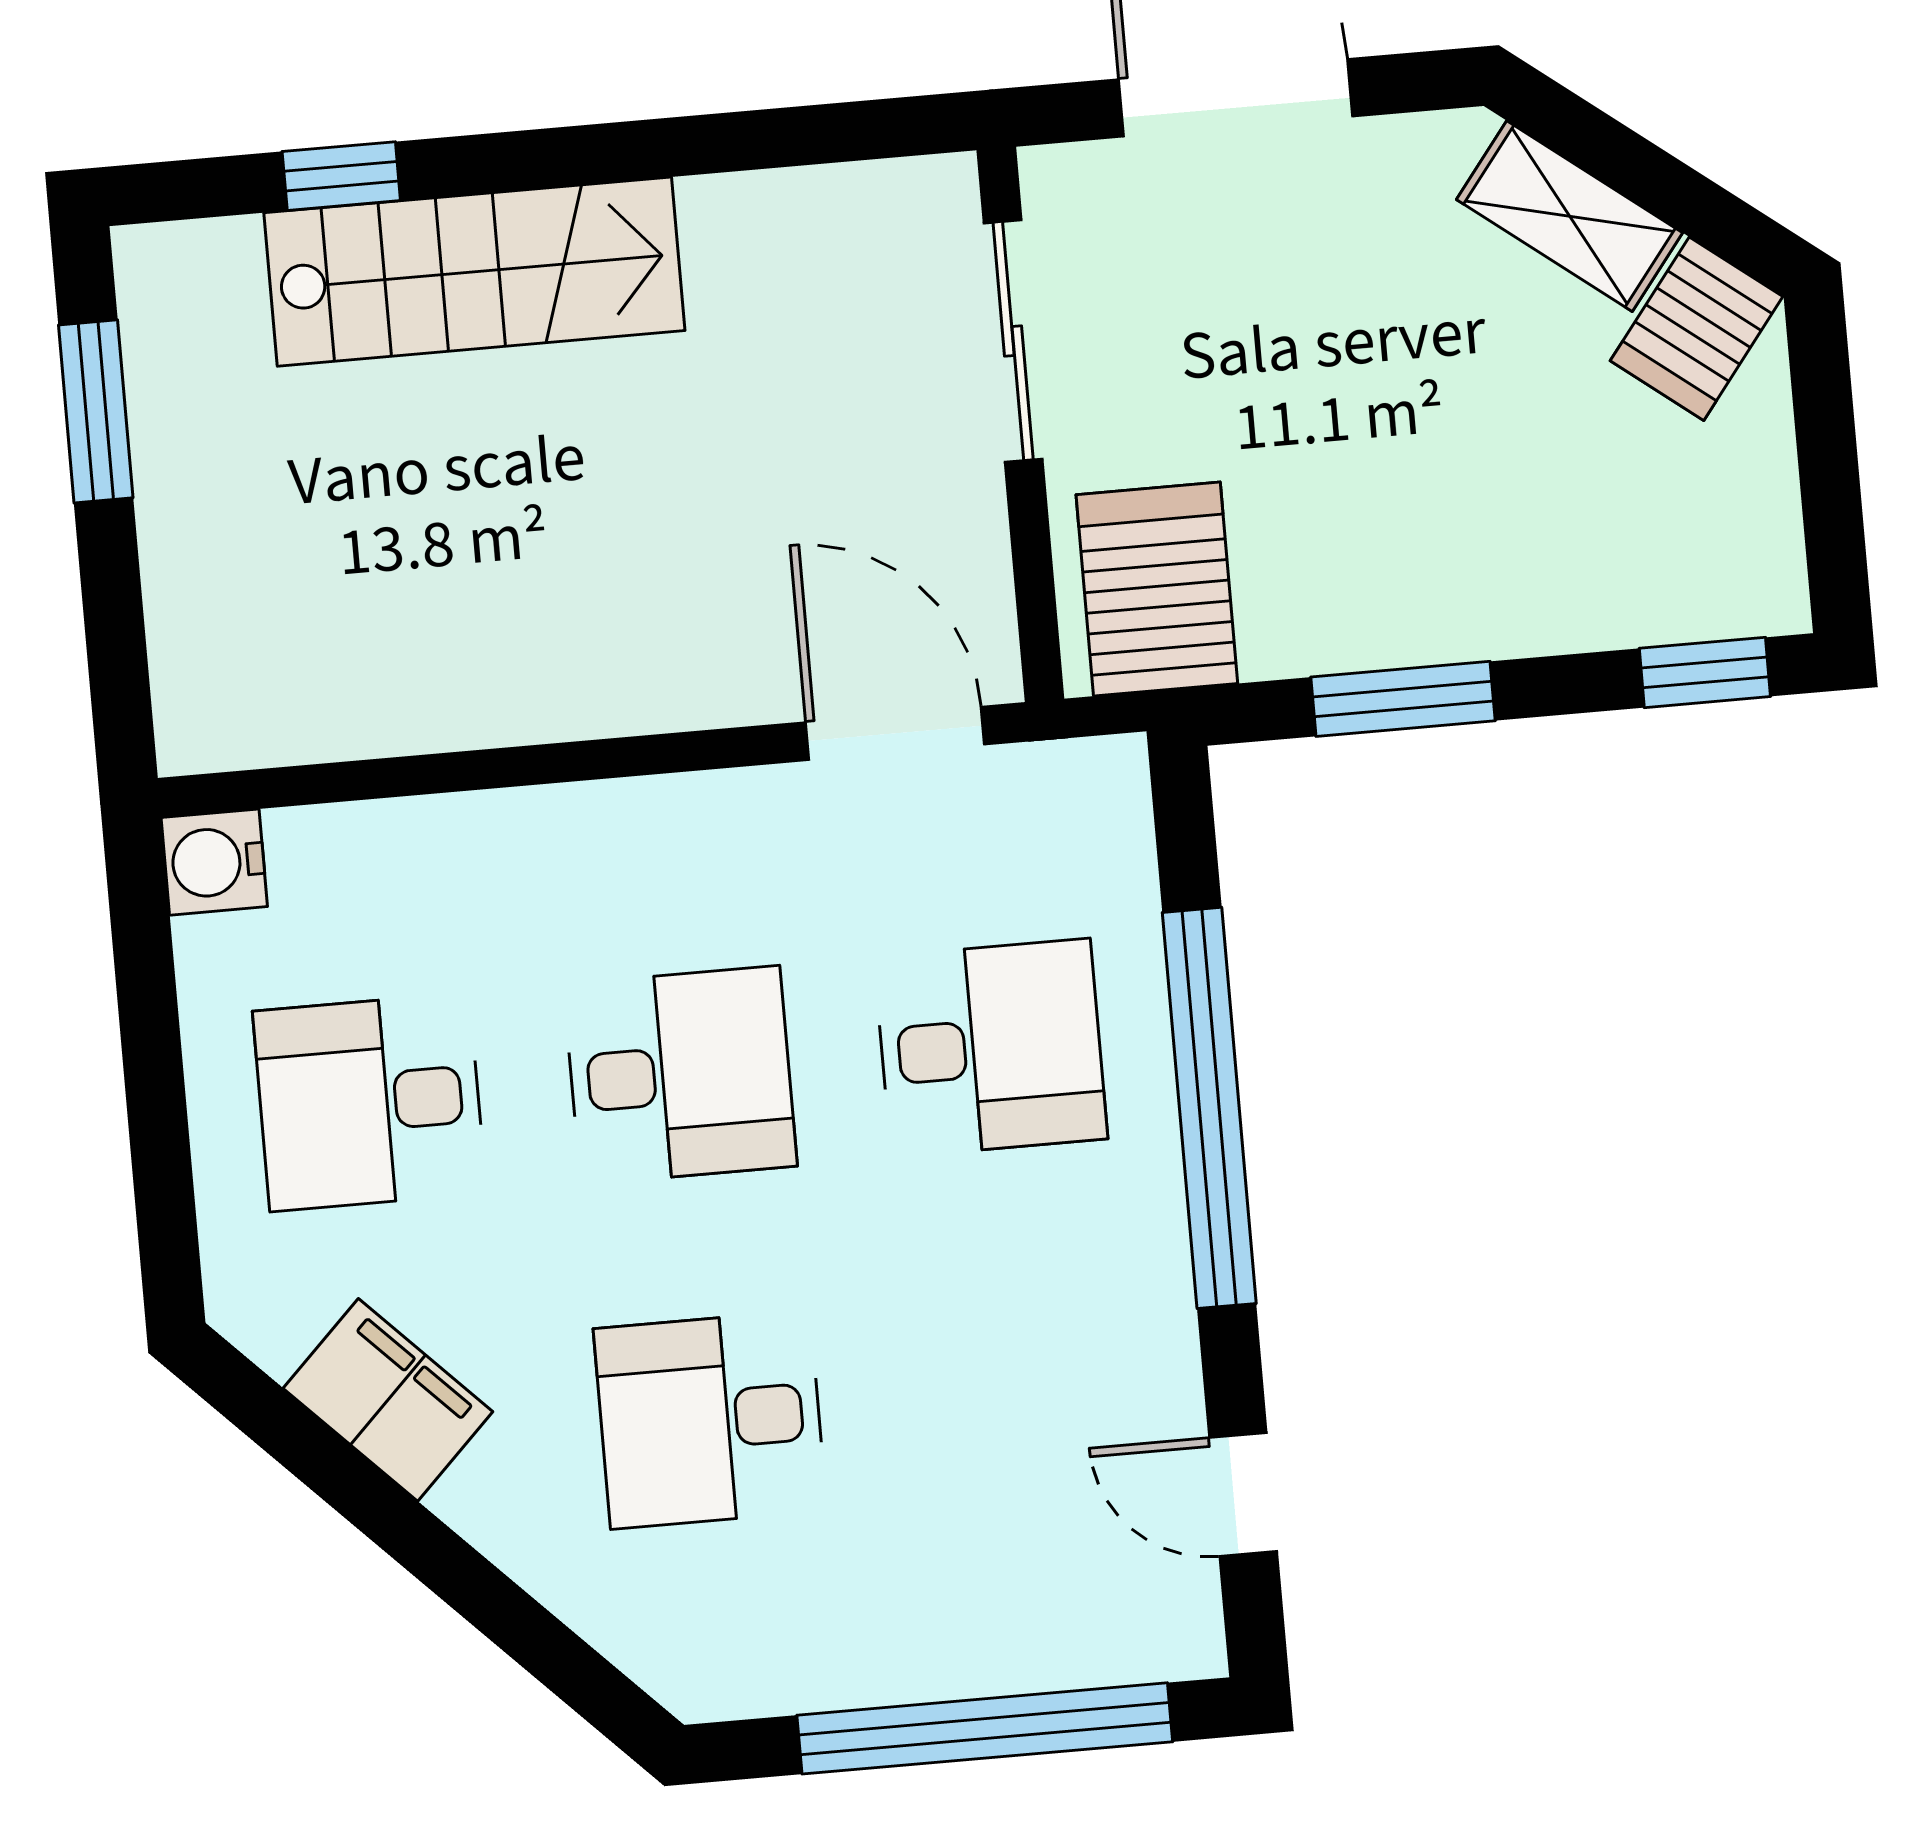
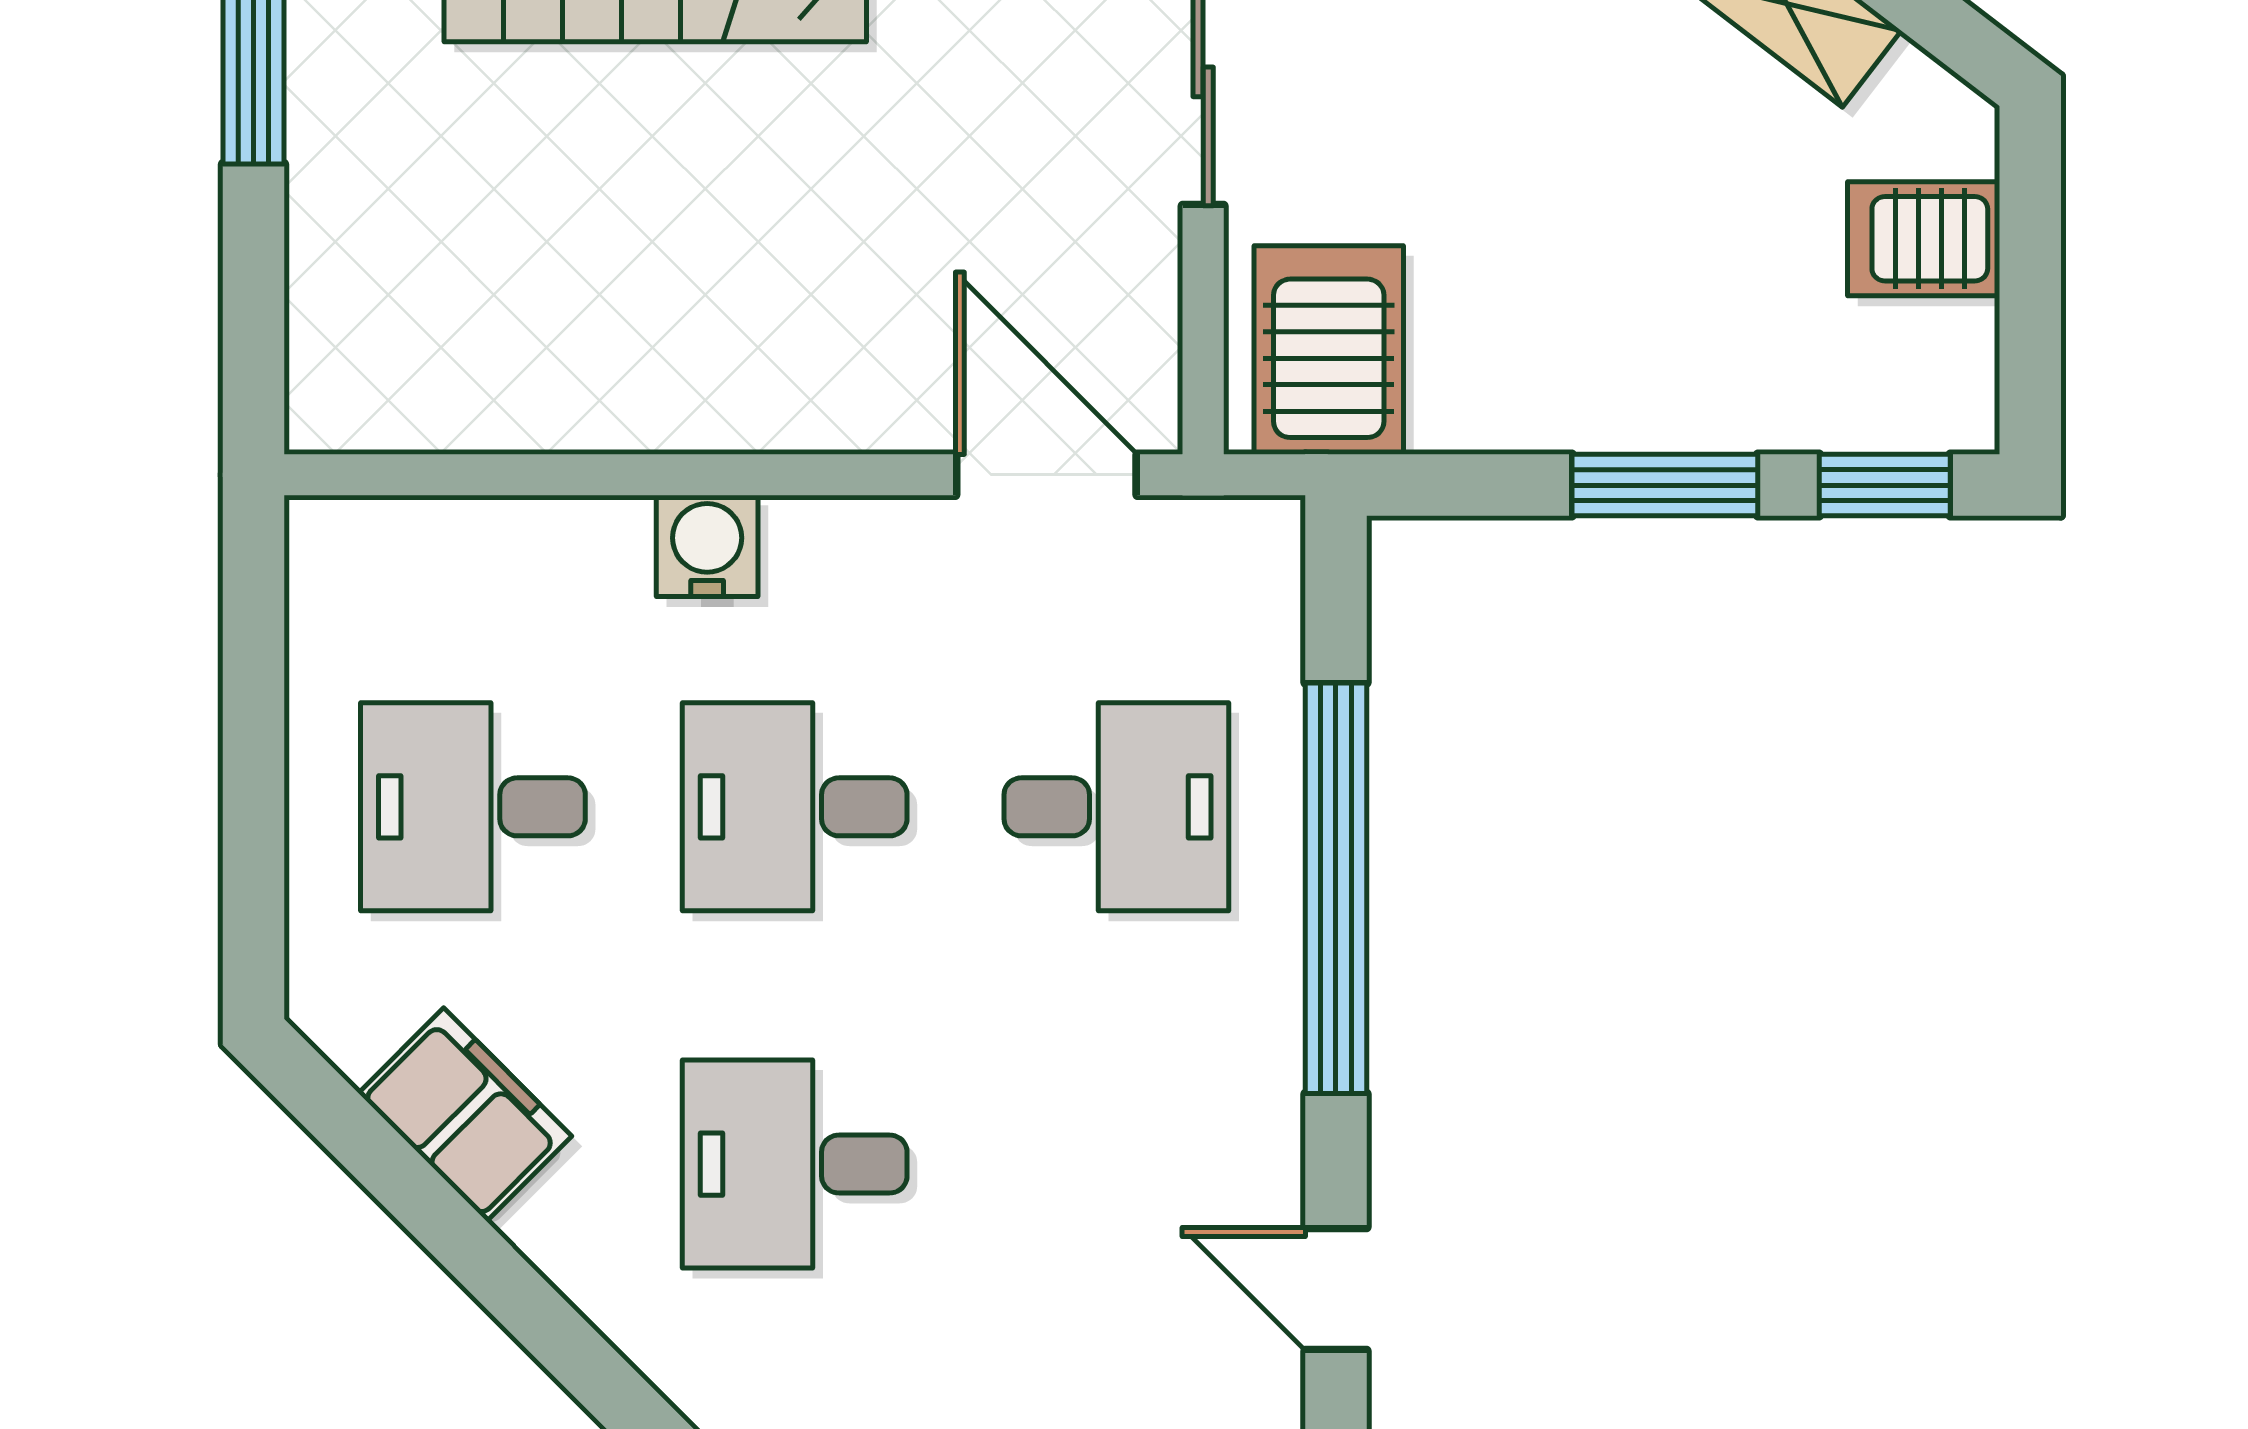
server rack: (1696, 329) -> (1924, 239), moved, turned 53
window: (1403, 699) -> (1665, 485), moved
water cooler: (214, 862) -> (707, 546), moved, turned 90
desk: (680, 1075) -> (795, 807), turned 180

